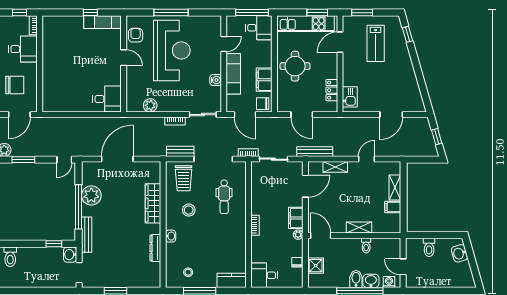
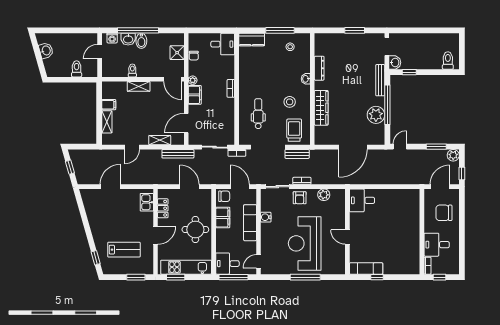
armchair: (136, 35) -> (300, 198), moved
door: (340, 42) -> (156, 235), moved
lab bench: (376, 43) -> (124, 250), turned 90
door: (224, 44) -> (259, 261), moved
washbasin: (459, 253) -> (46, 51), moved
door: (403, 267) -> (100, 52), swing flipped

